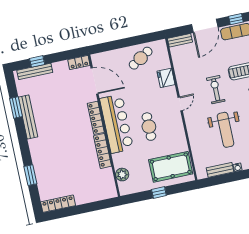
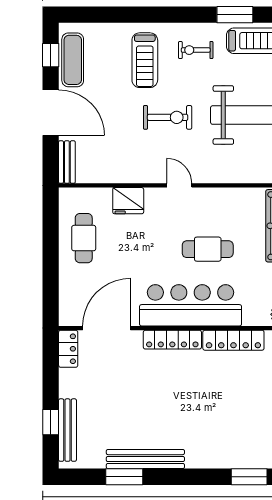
cafe table: (141, 58) -> (84, 238), turned 32
exercise bike: (216, 90) -> (168, 117), turned 180

